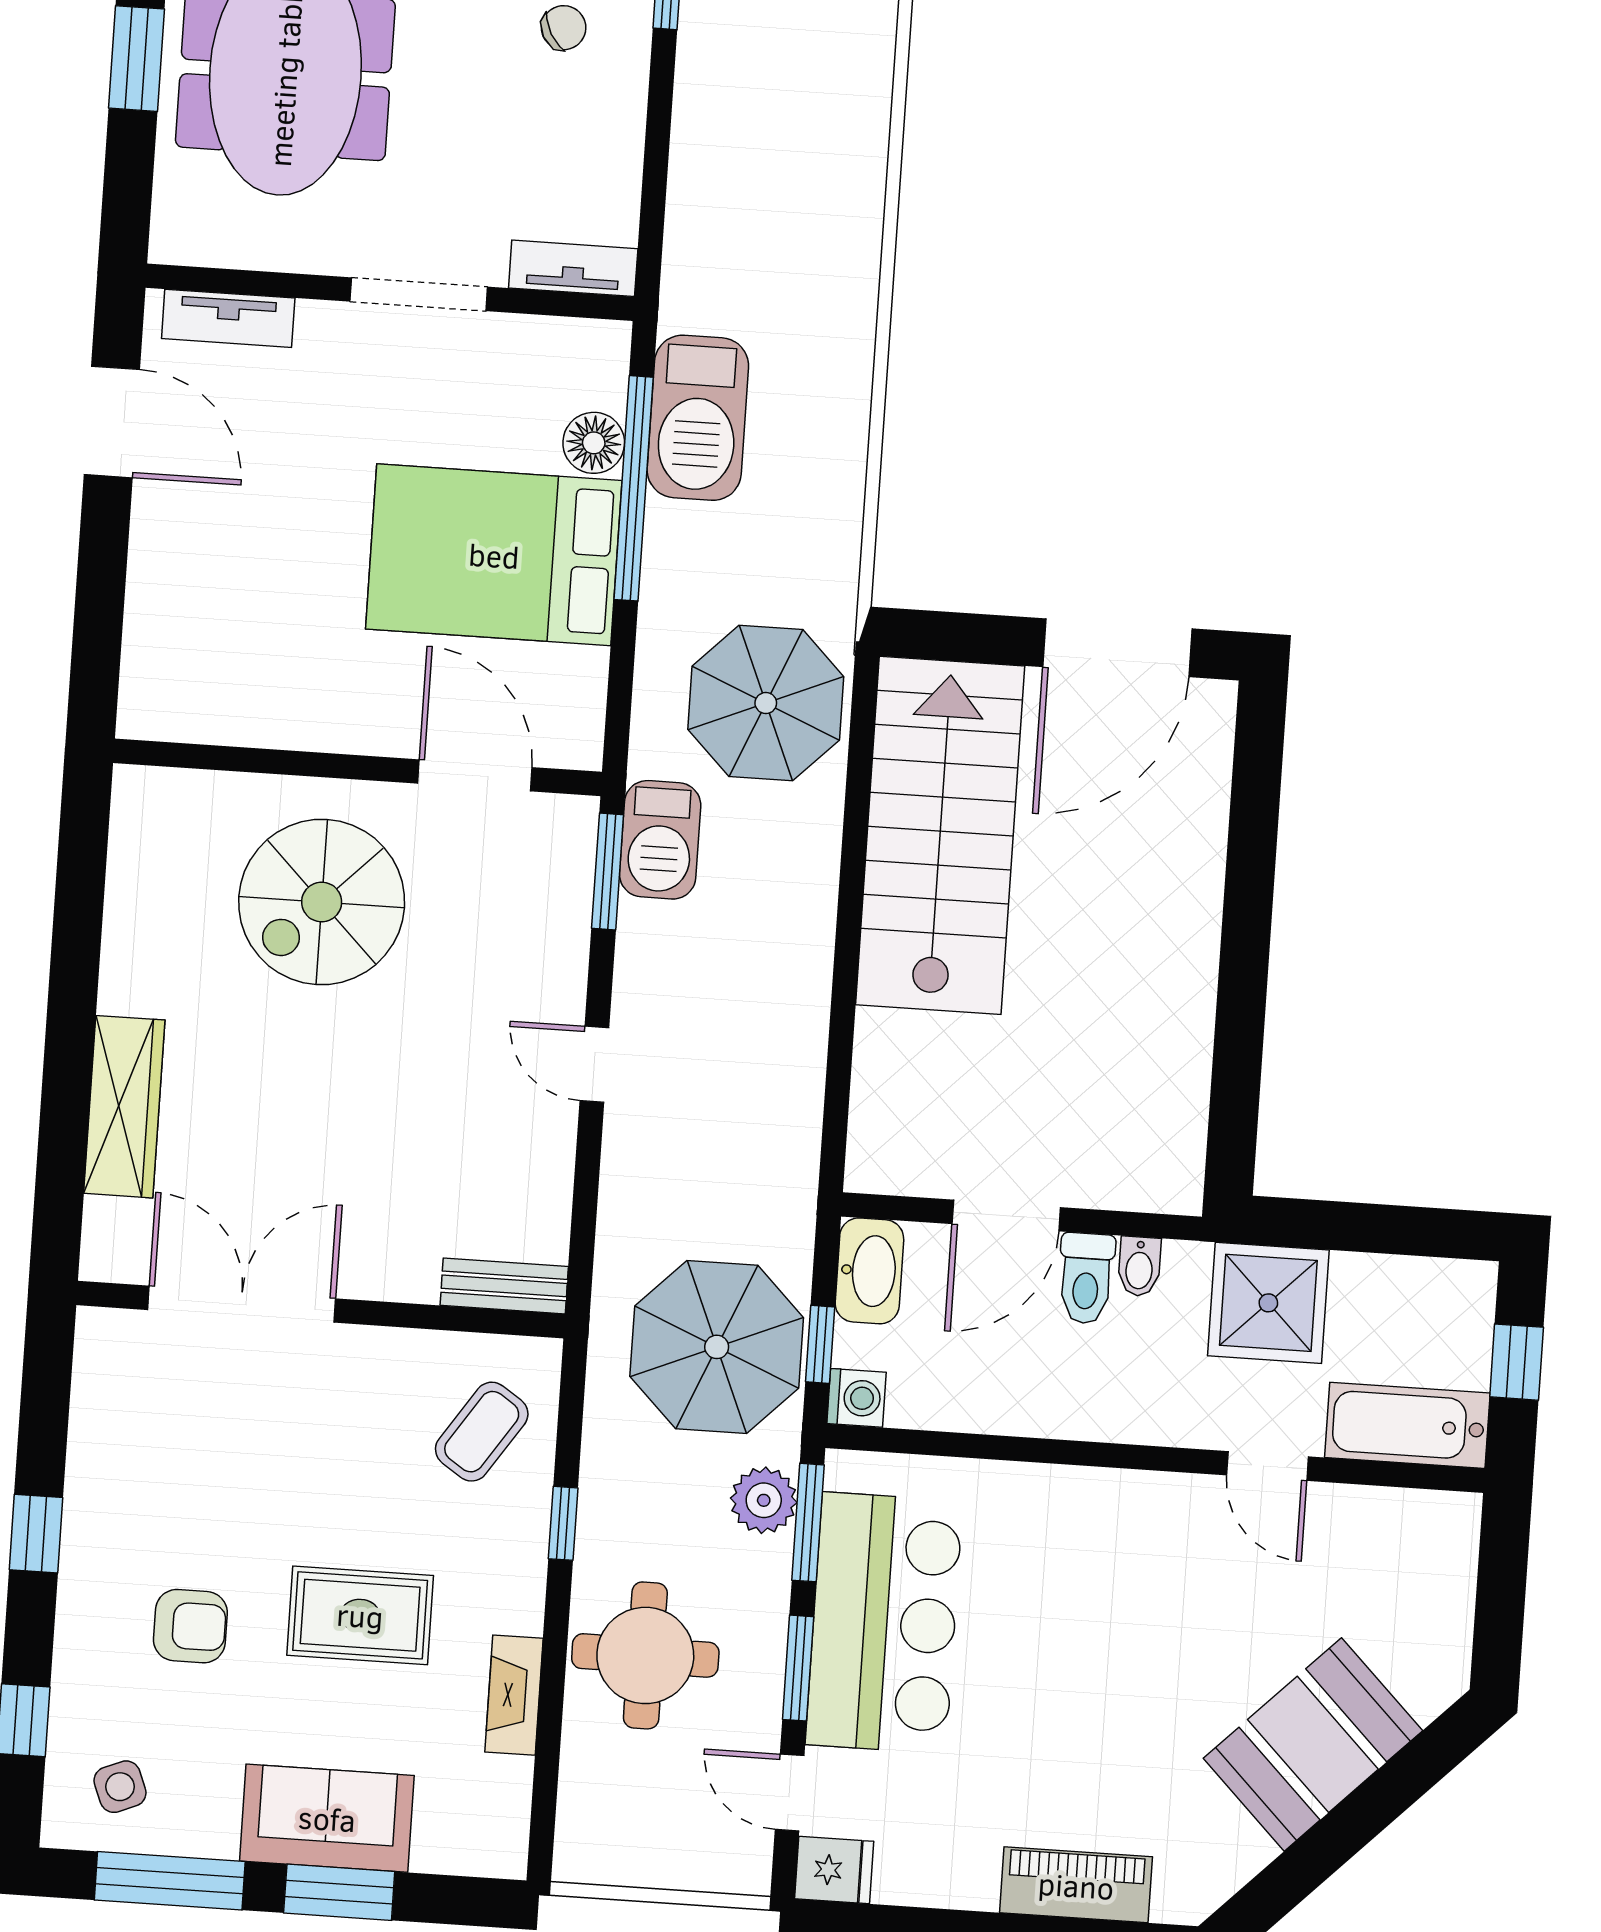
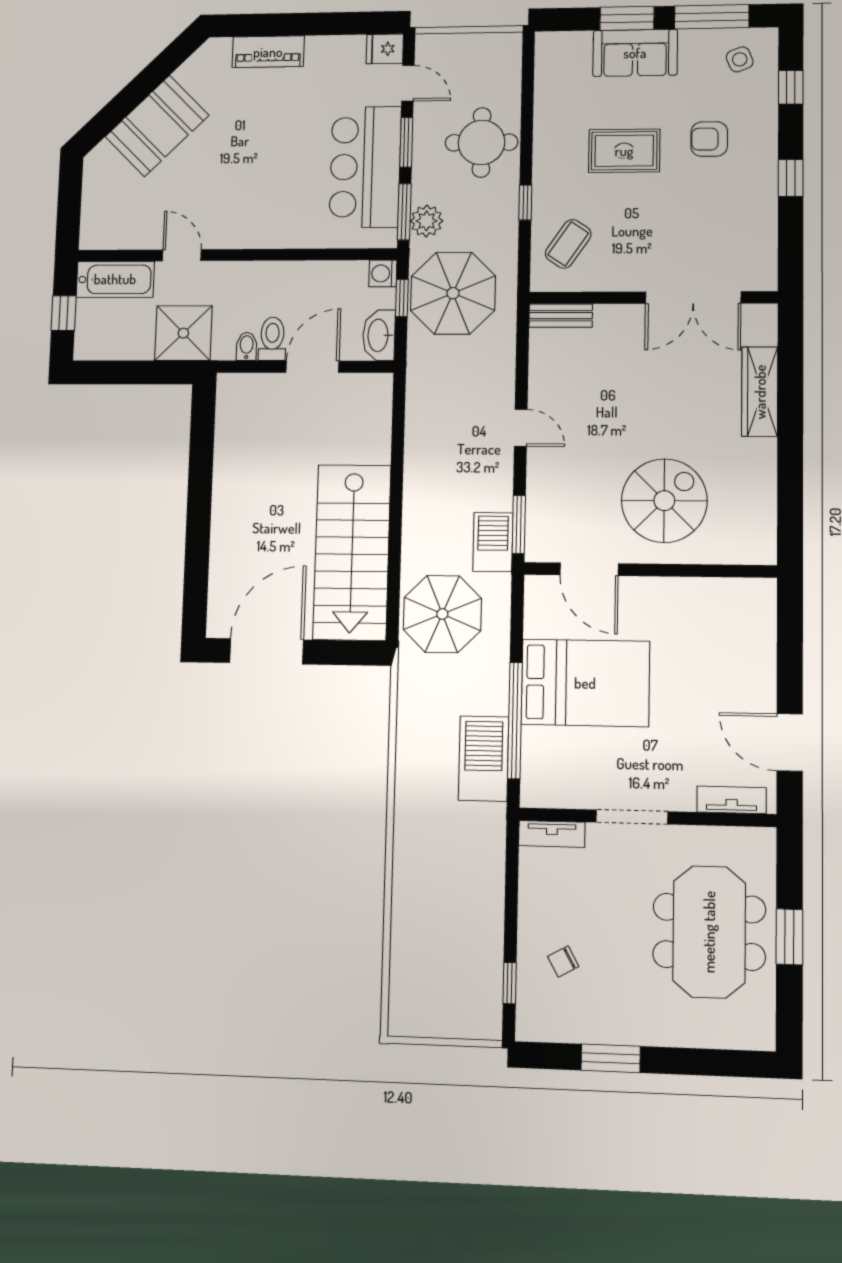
floor lamp: (594, 443) -> (537, 743), removed
fireplace: (514, 1695) -> (545, 119), removed

